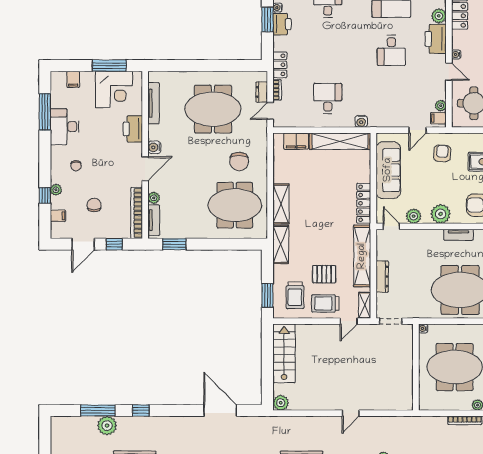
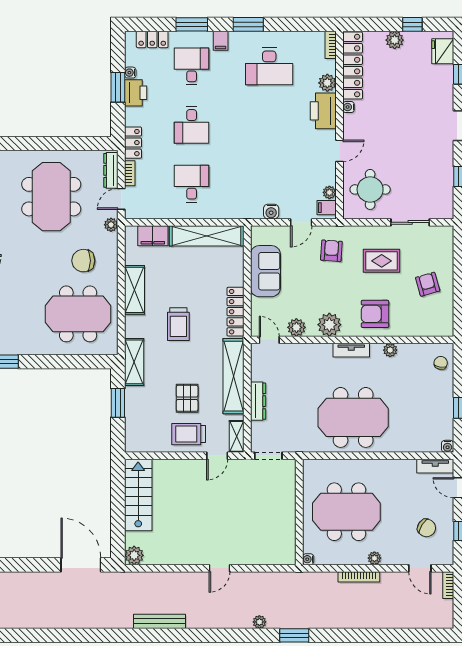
desk: (391, 50) -> (192, 125), moved
water cooler: (456, 55) -> (348, 107), moved
door: (449, 72) -> (339, 151), hinge flipped
dresser: (262, 92) -> (111, 170), width x1.44
meeting table: (213, 109) -> (51, 197), turned 90
water cooler: (361, 121) -> (271, 212), moved
plant: (262, 132) -> (111, 225), added
chair: (239, 161) -> (83, 261), turned 90
sofa: (388, 170) -> (265, 271), width x0.73
shelving: (281, 204) -> (134, 290), moved
pallet: (324, 274) -> (187, 398), turned 90
window: (267, 295) -> (118, 403), moved
trolley: (295, 295) -> (178, 324), moved
water cooler: (423, 328) -> (308, 559), moved
door: (220, 410) -> (81, 565), moved

